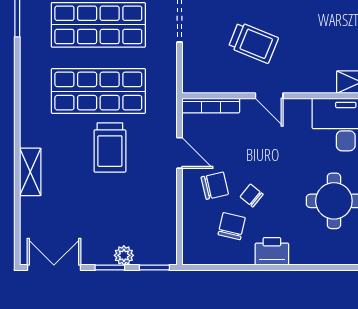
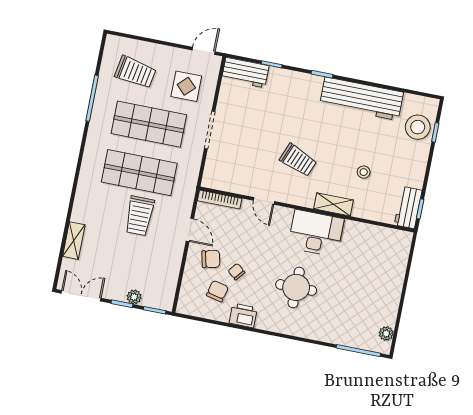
trolley: (253, 43) -> (298, 160), moved
shelving: (30, 172) -> (74, 241), moved

